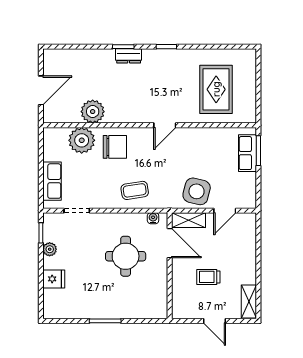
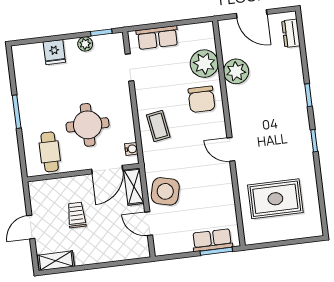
dresser: (129, 56) -> (291, 33), moved
cafe table: (146, 295) -> (50, 152), added

